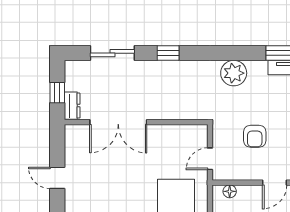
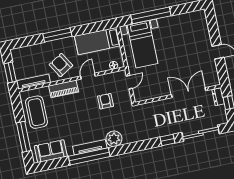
sliding door: (112, 53) -> (201, 133), width x1.37
plant: (234, 73) -> (114, 139), moved

